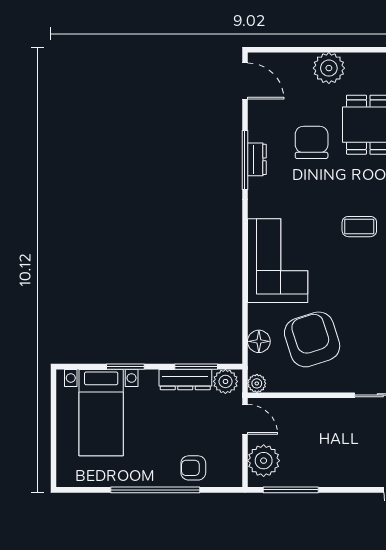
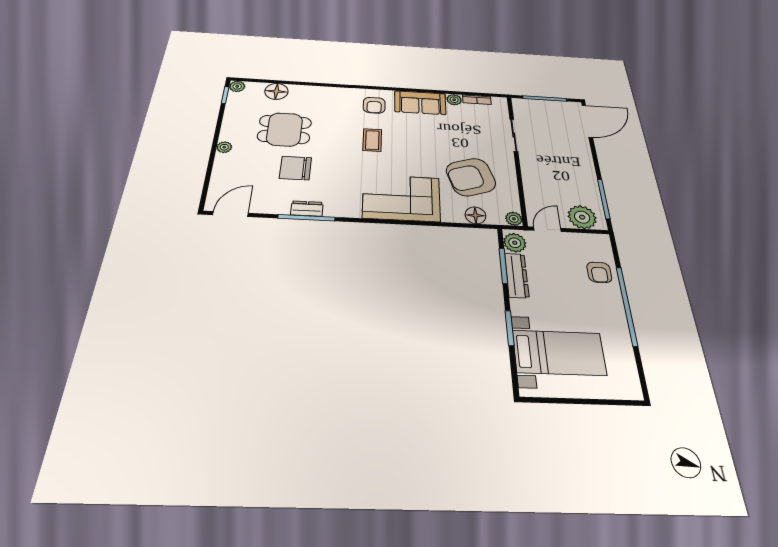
plant: (329, 68) -> (224, 147), width x0.53, depth x0.53

